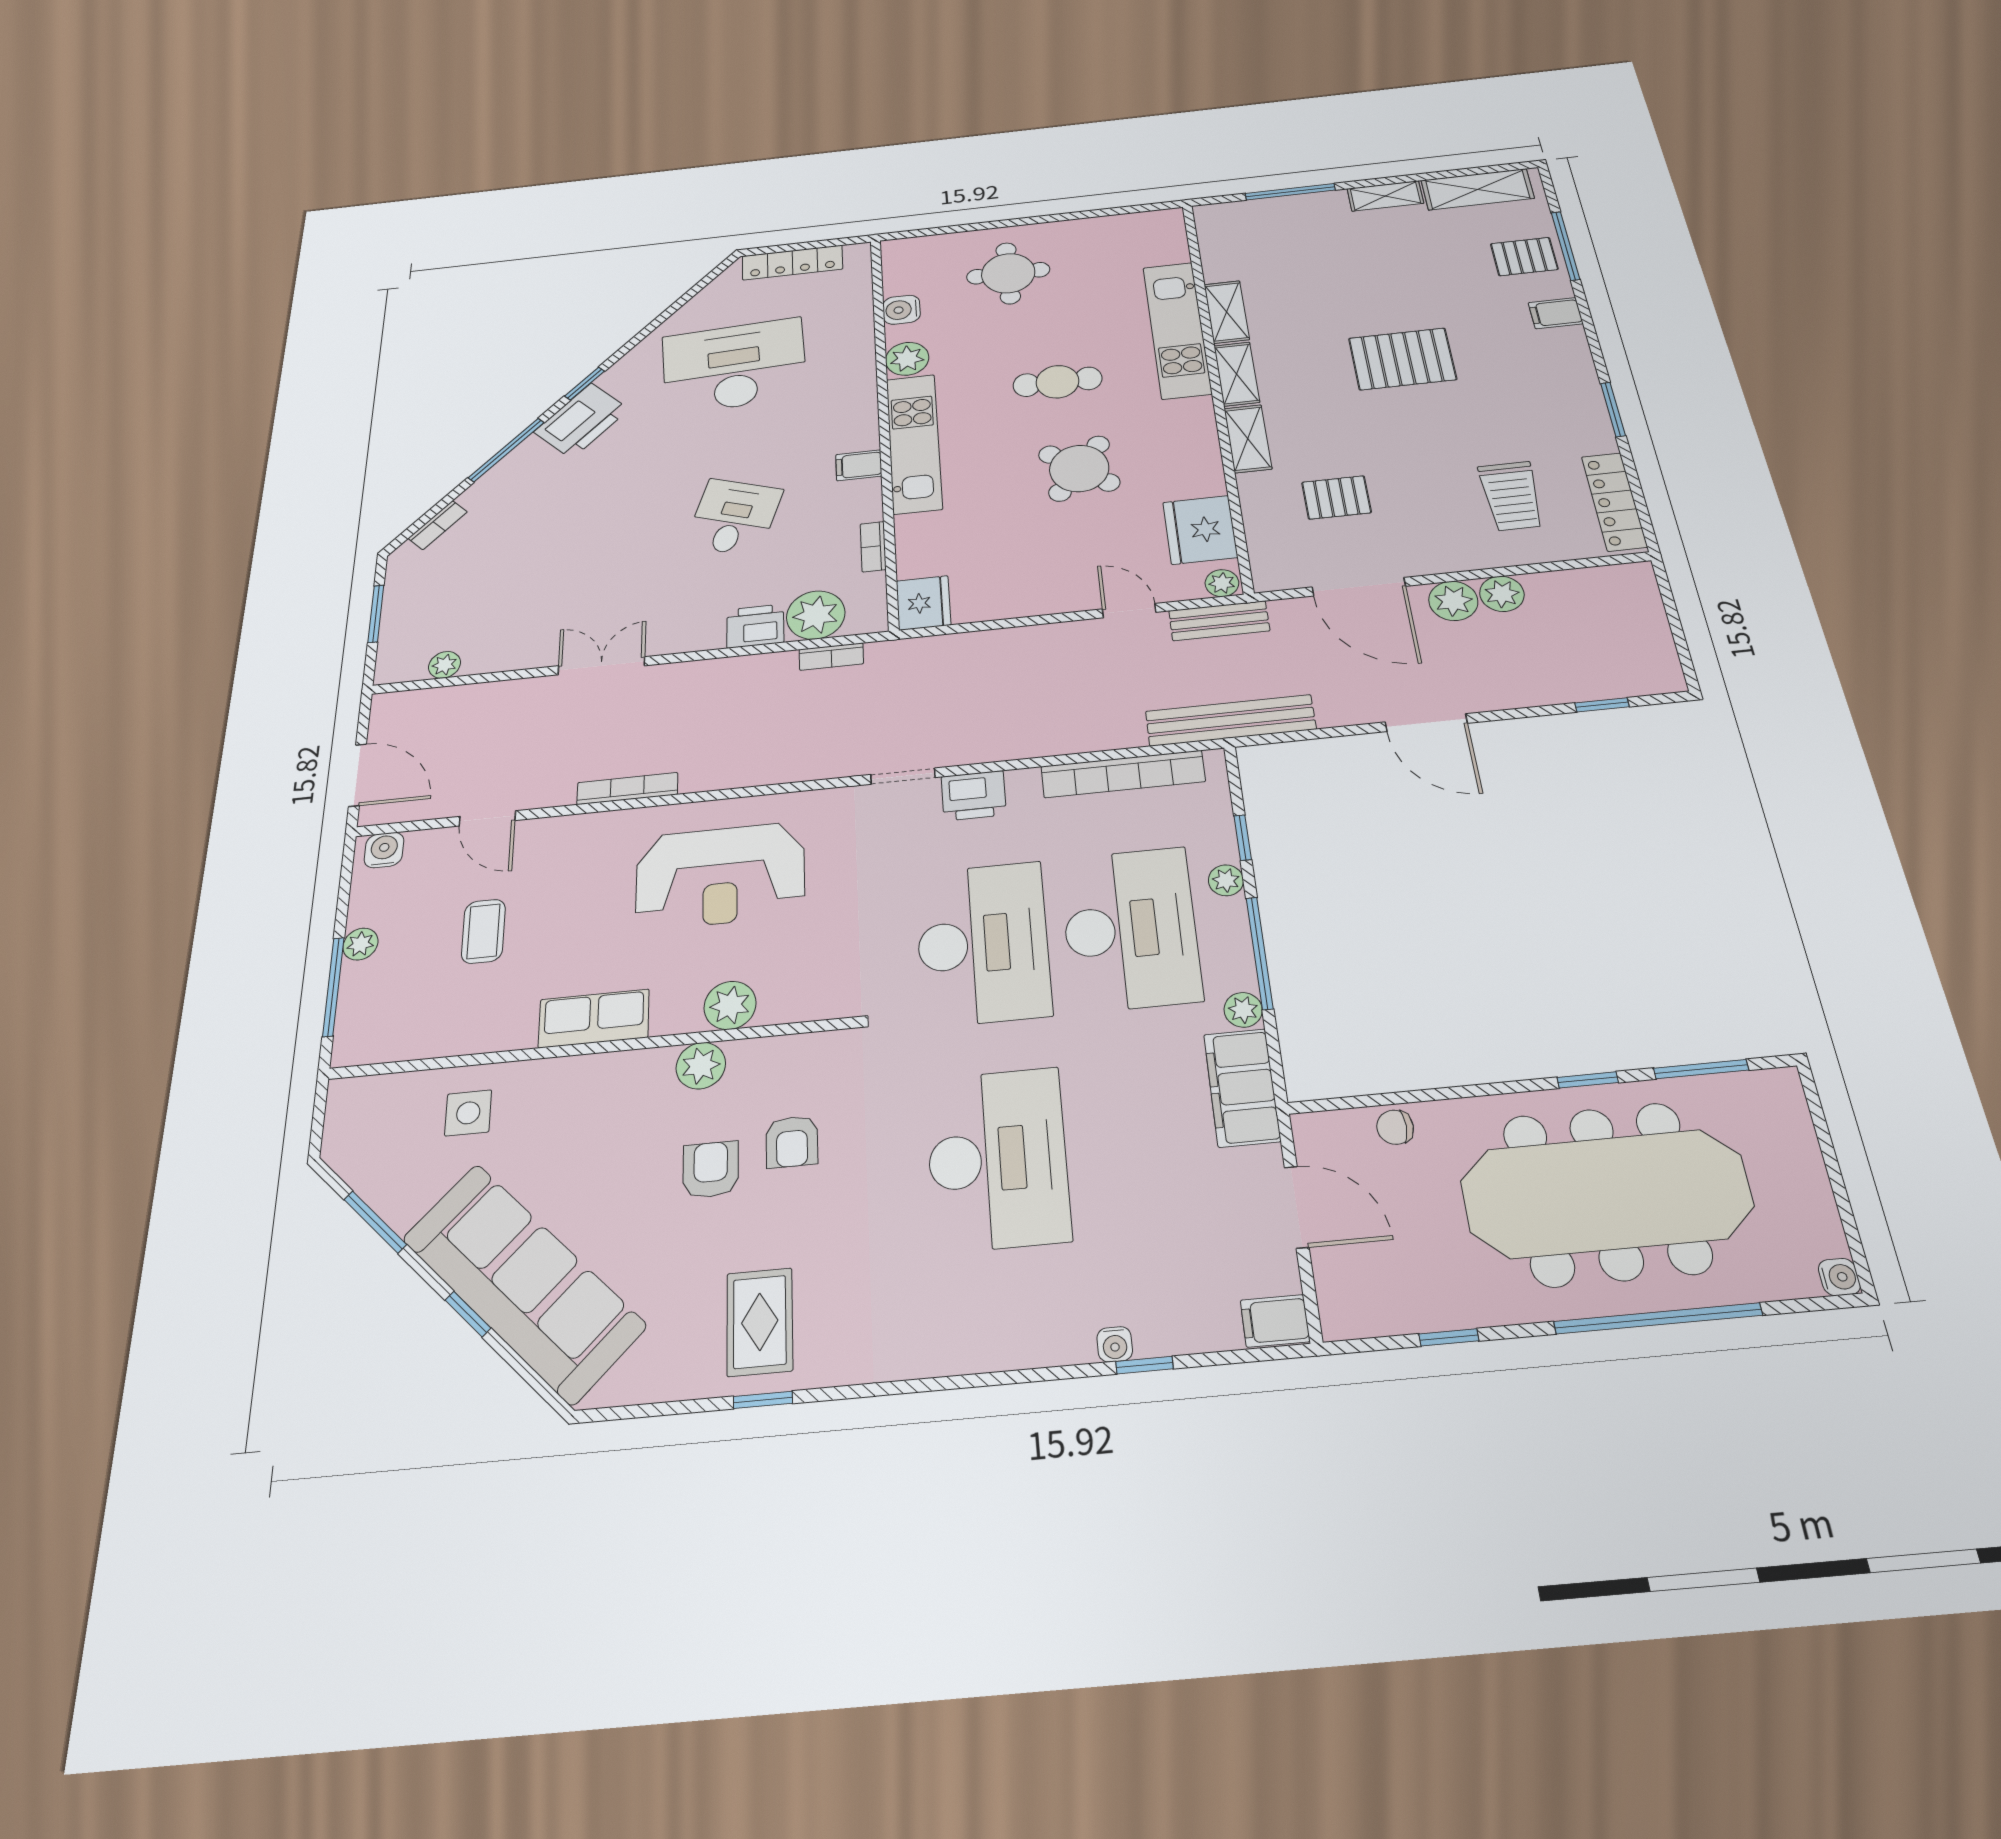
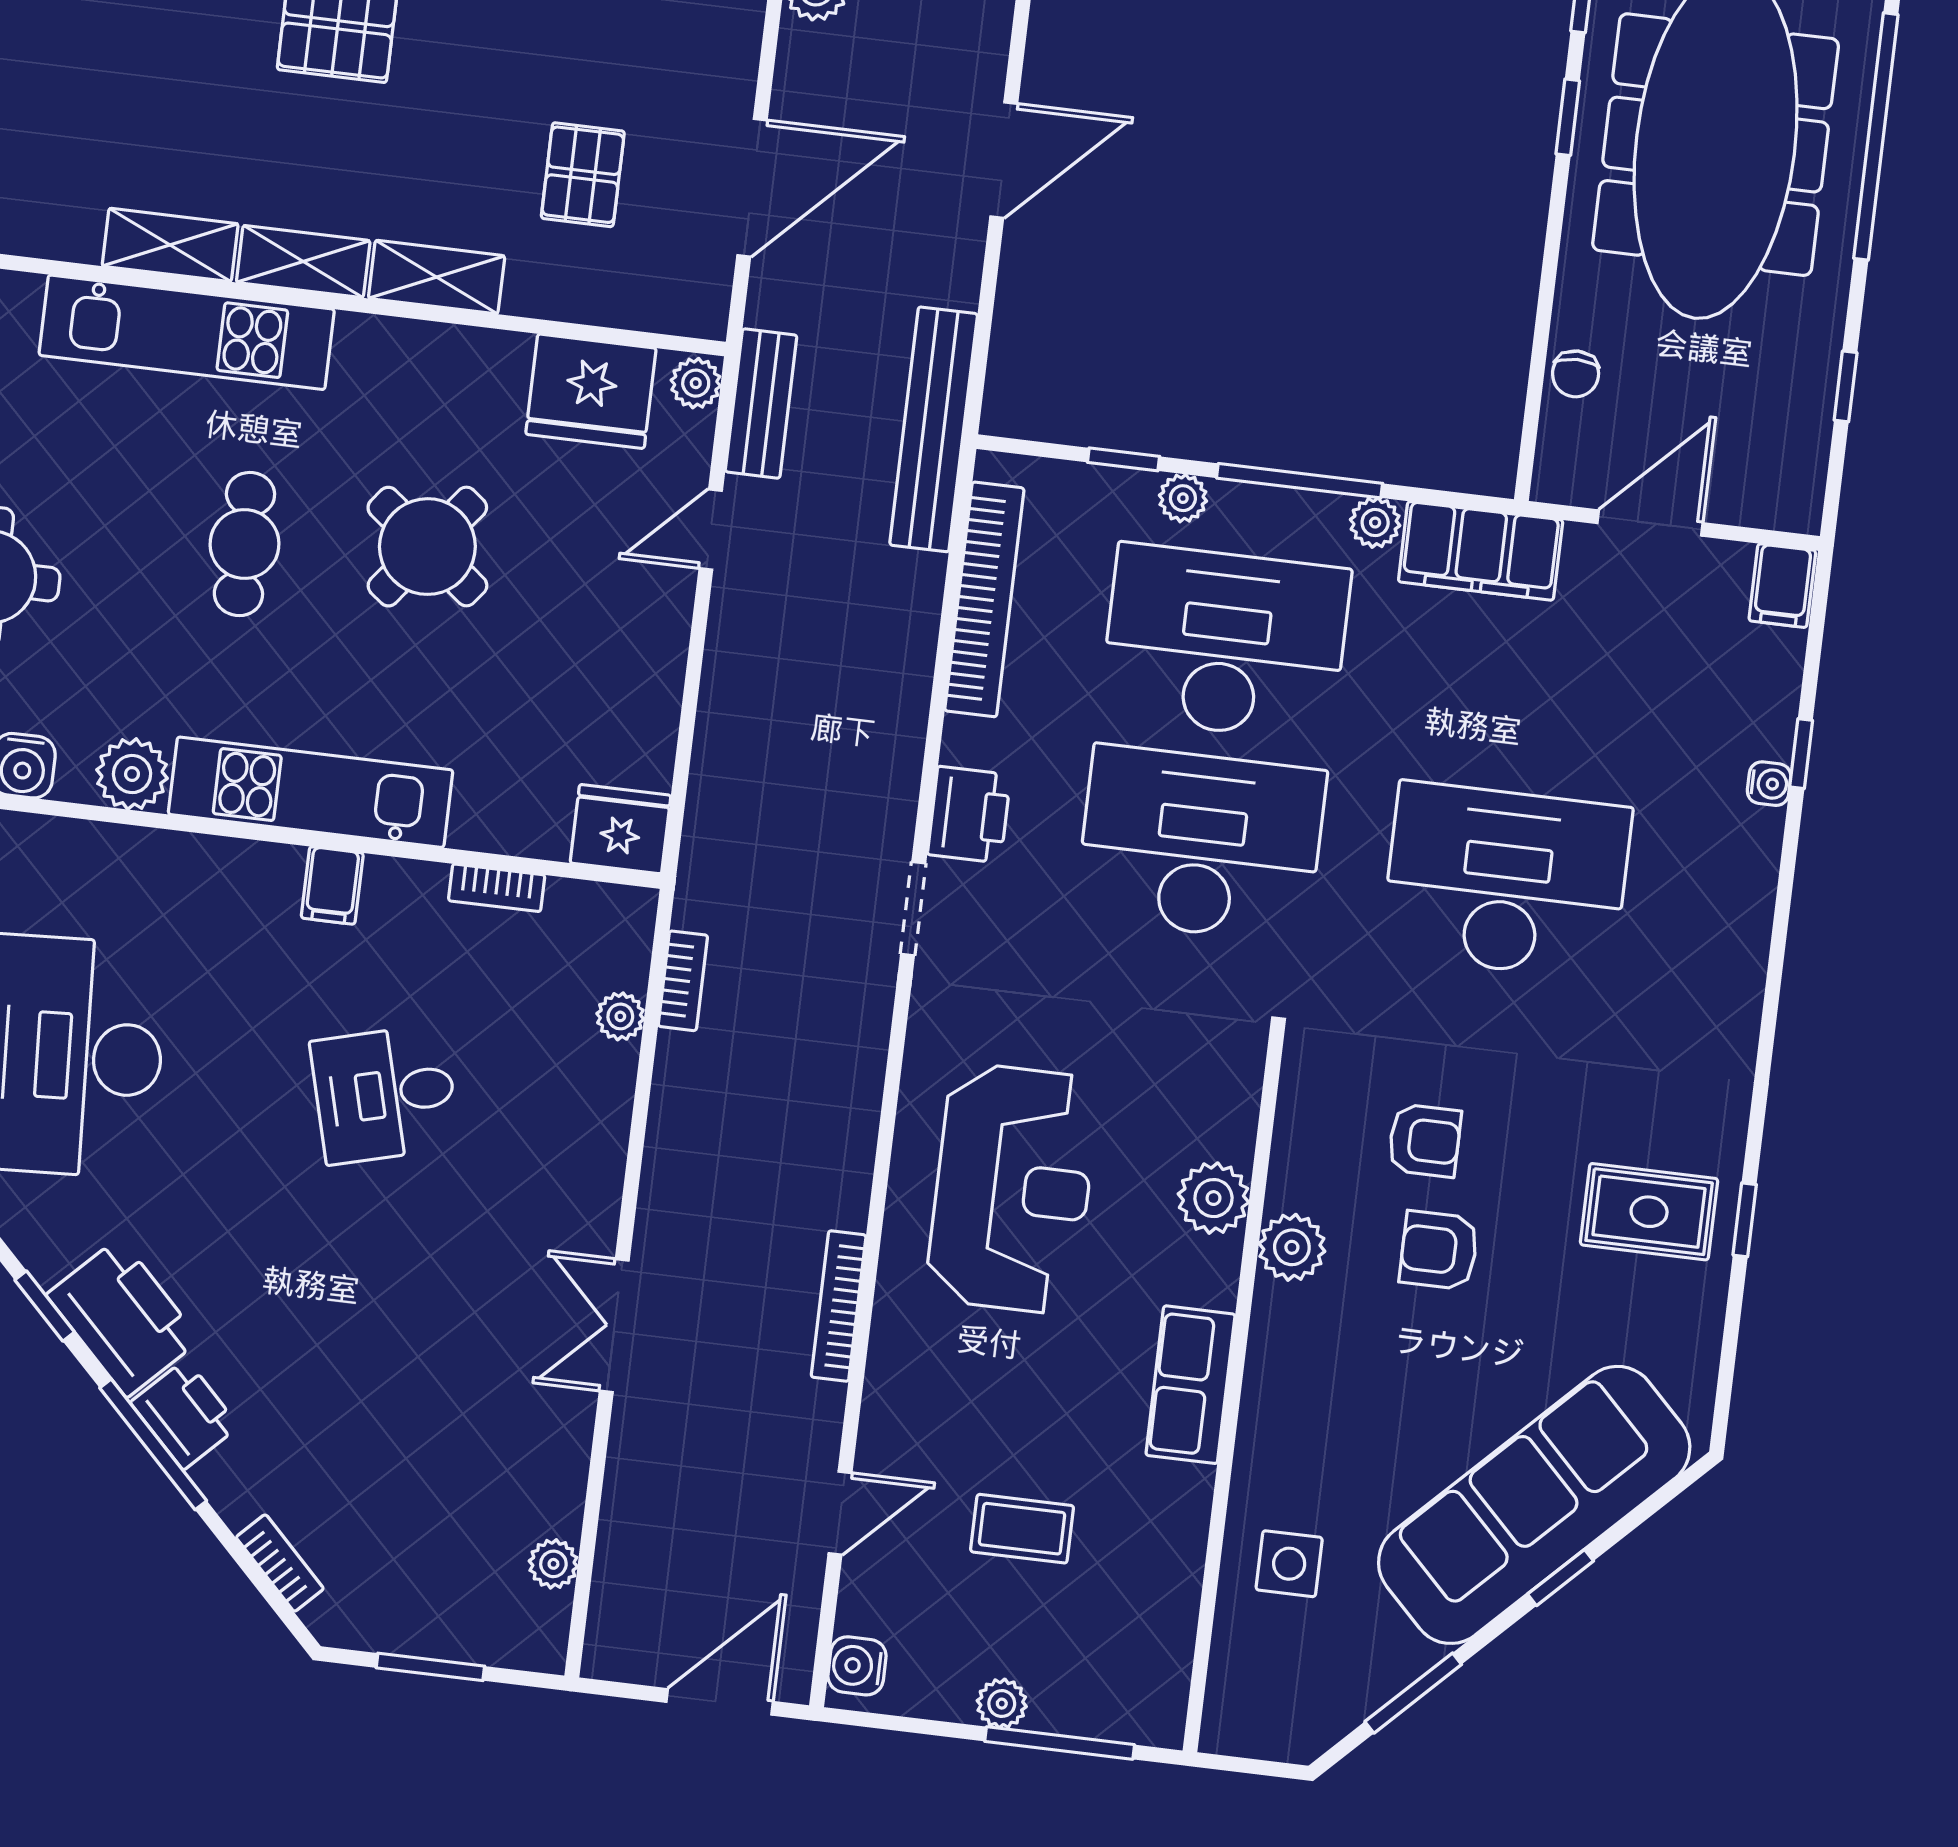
desk: (734, 517) -> (385, 1094), turned -33
plant: (1453, 601) -> (811, 61), removed
plant: (816, 615) -> (620, 1016), width x0.53, depth x0.53
printer: (755, 626) -> (185, 1414), moved, turned 135

